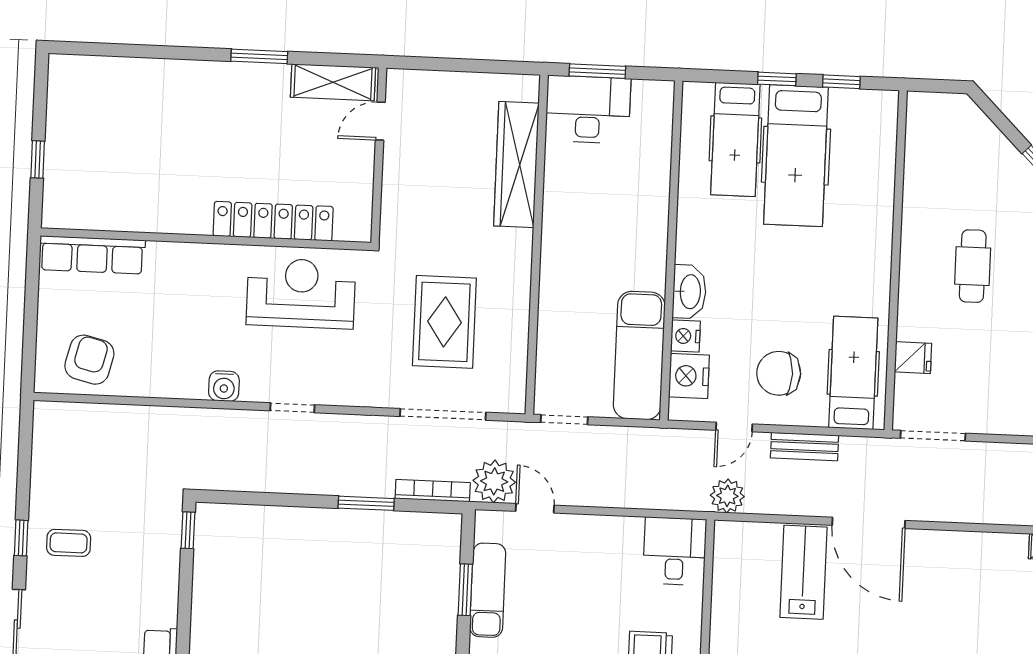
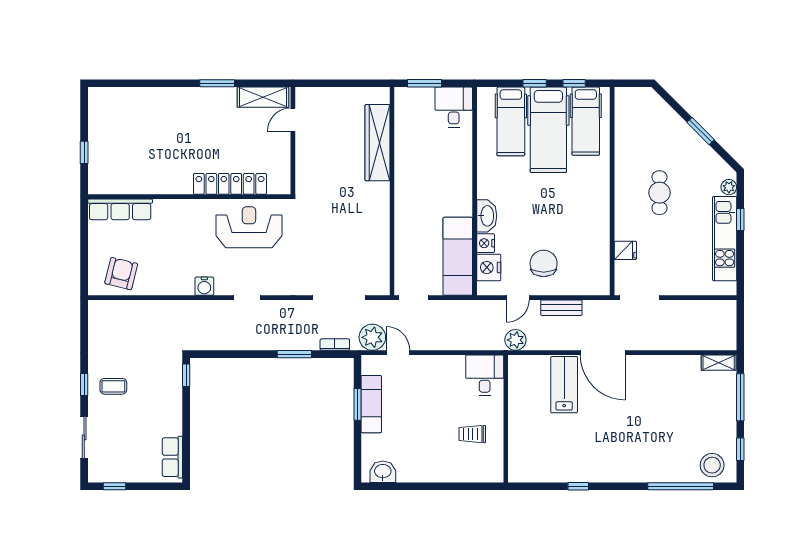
desk: (588, 109) -> (454, 107), moved, width x0.73
rug: (444, 322) -> (338, 241), removed
chair: (779, 373) -> (544, 263), turned 90
hospital bed: (853, 373) -> (586, 121), moved, turned 180
bookcase: (433, 491) -> (335, 345), width x0.64

